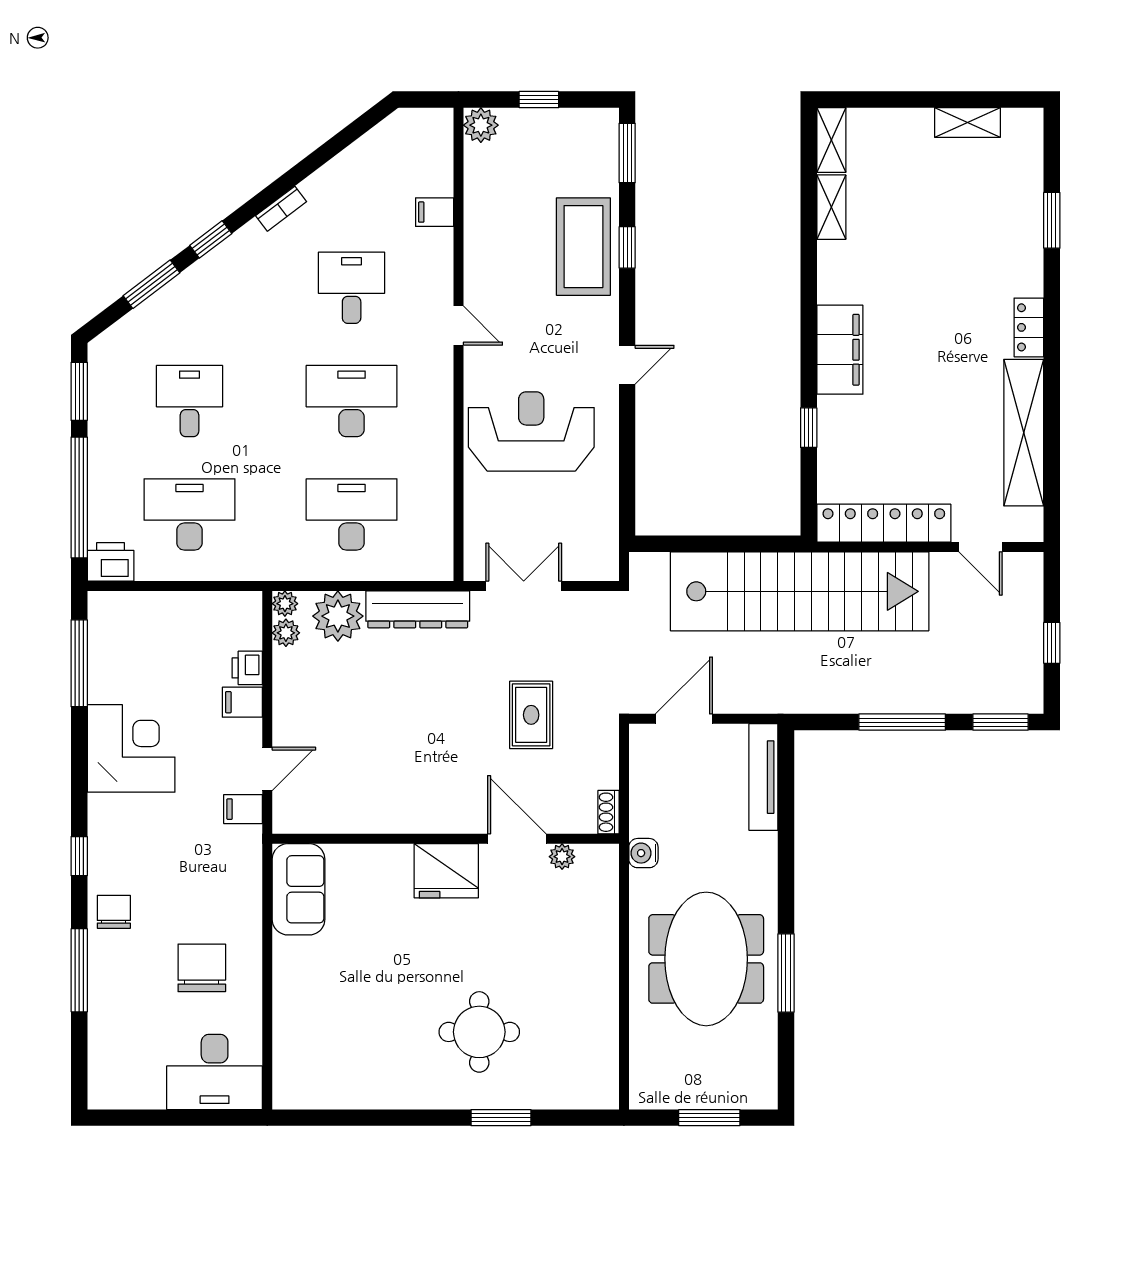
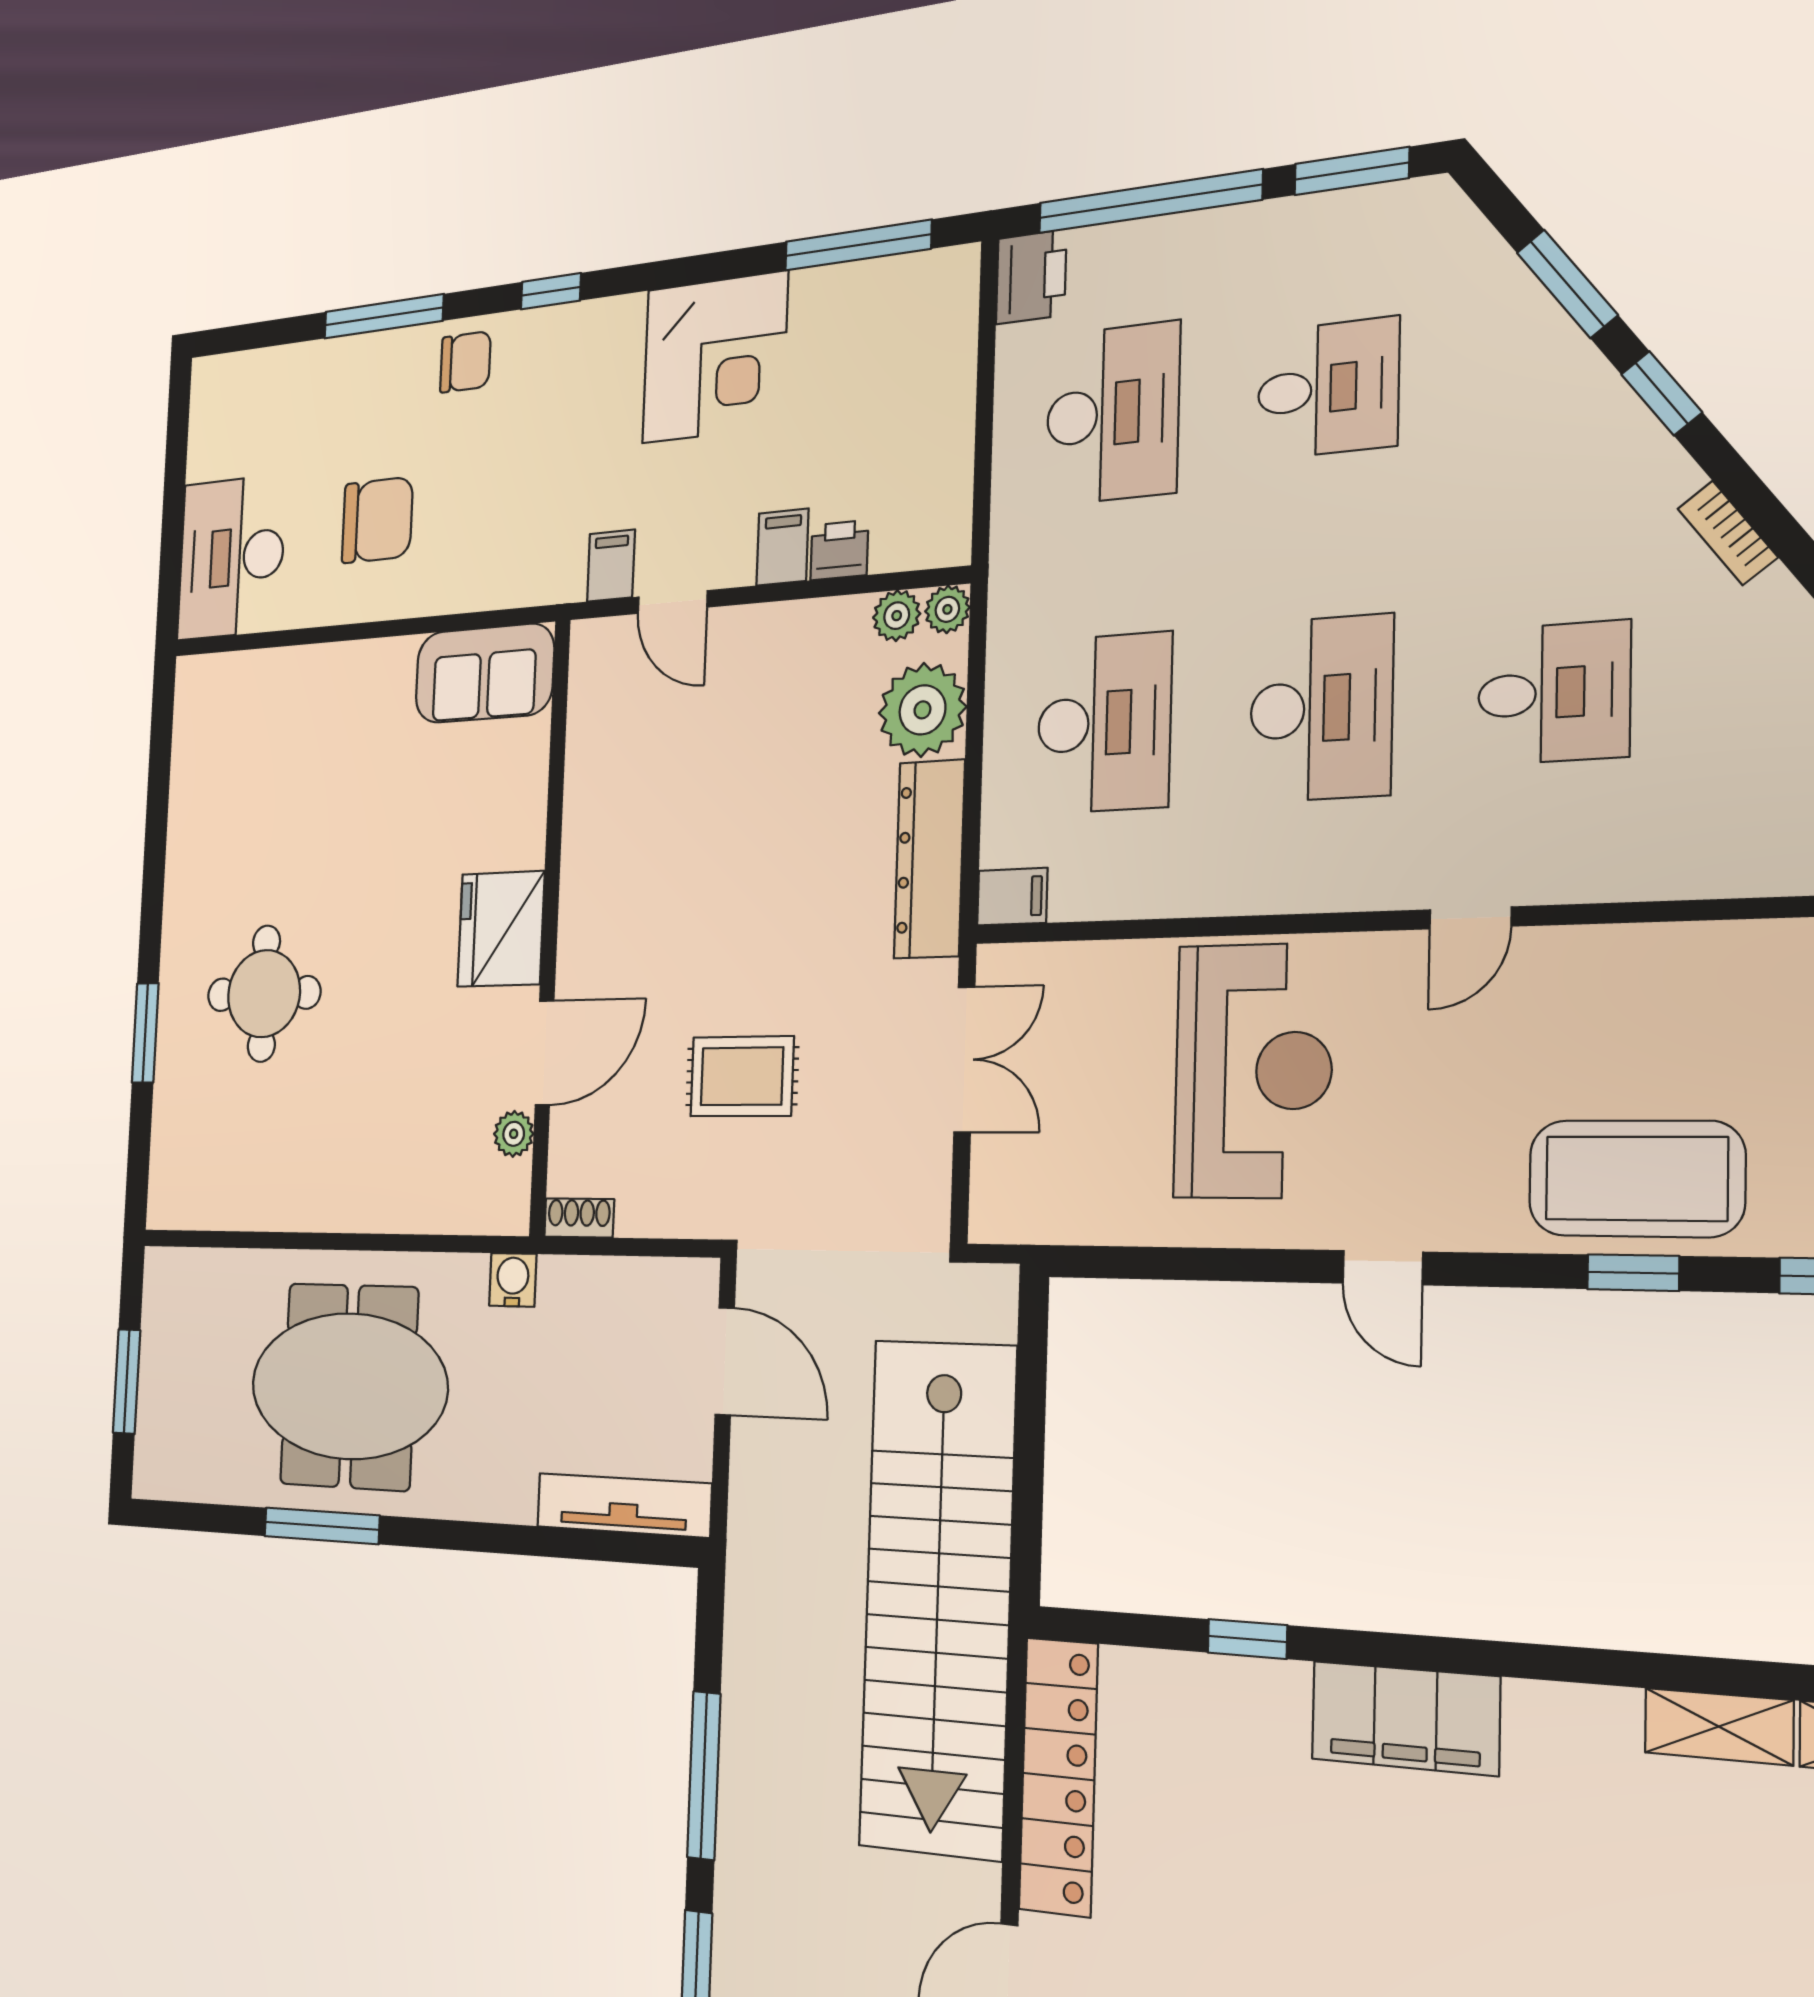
filing cabinet: (435, 212) -> (1012, 897), moved, turned 90

